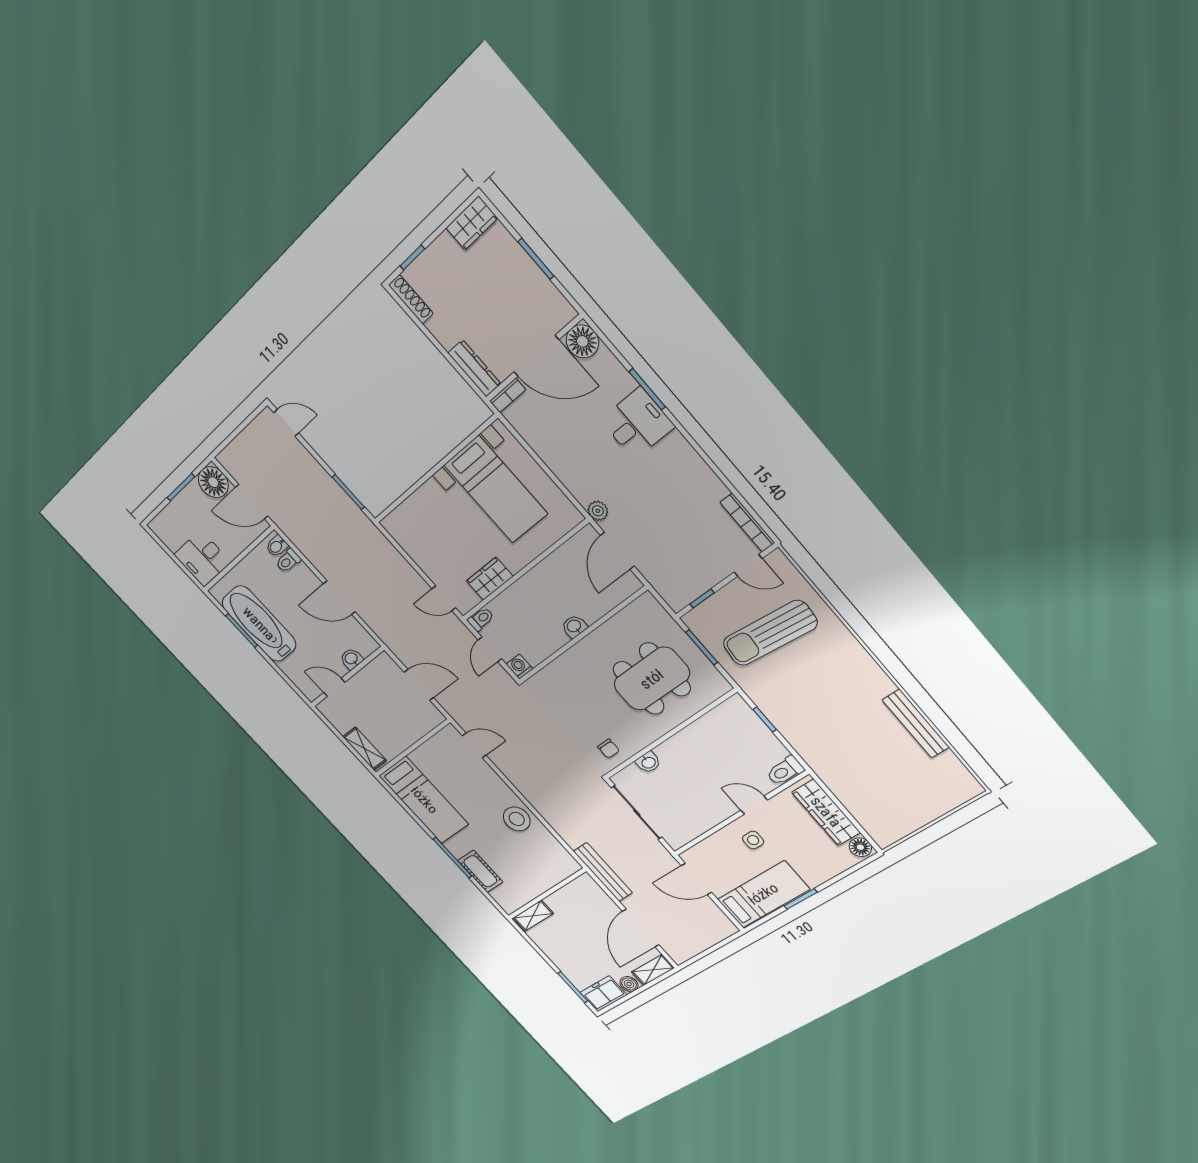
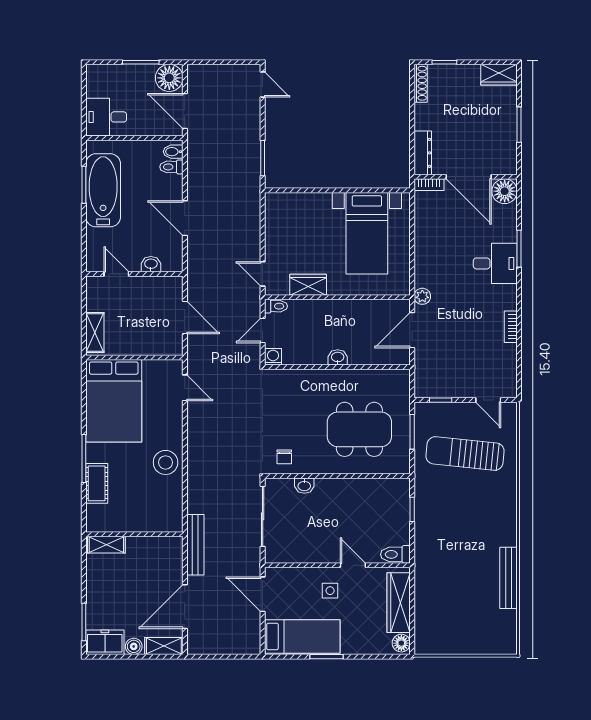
bookcase: (747, 523) -> (511, 327), moved, width x0.64
bed: (424, 800) -> (114, 401), width x1.50

